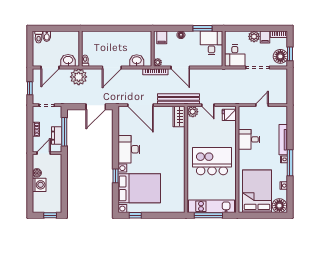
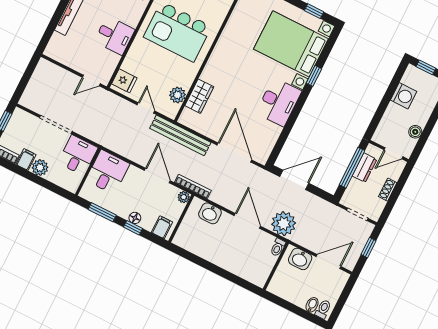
window: (179, 28) -> (133, 228), added
desk: (211, 43) -> (108, 172), moved, turned 180
floor lamp: (280, 56) -> (19, 124), removed
door: (112, 67) -> (247, 221), hinge flipped
plant: (79, 77) -> (284, 224), moved
door: (262, 105) -> (91, 80), moved
plant: (193, 112) -> (177, 95), moved
wardrobe: (179, 117) -> (199, 96), moved
washing machine: (39, 185) -> (404, 96), moved, turned 180

